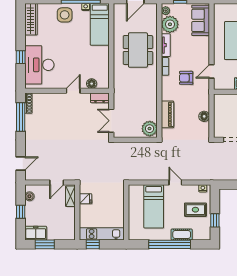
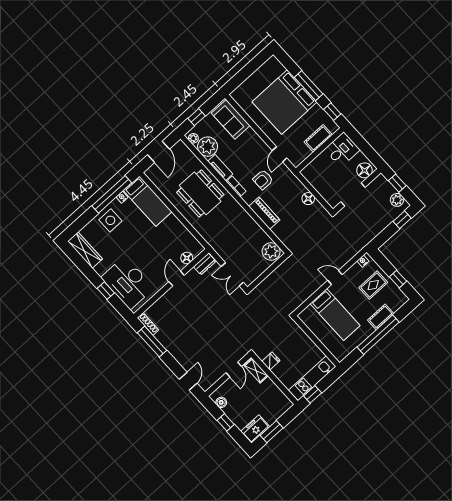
piano: (168, 114) -> (264, 213), moved

